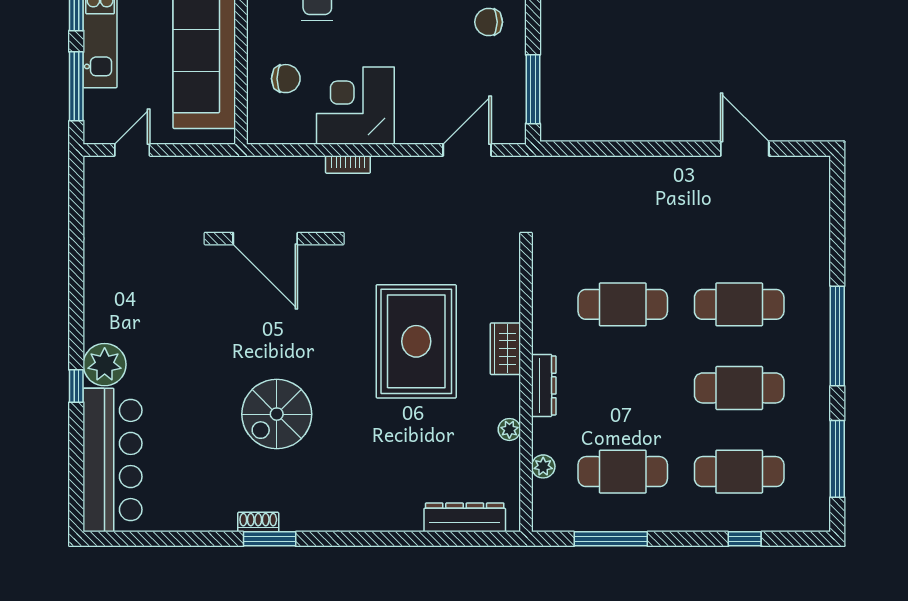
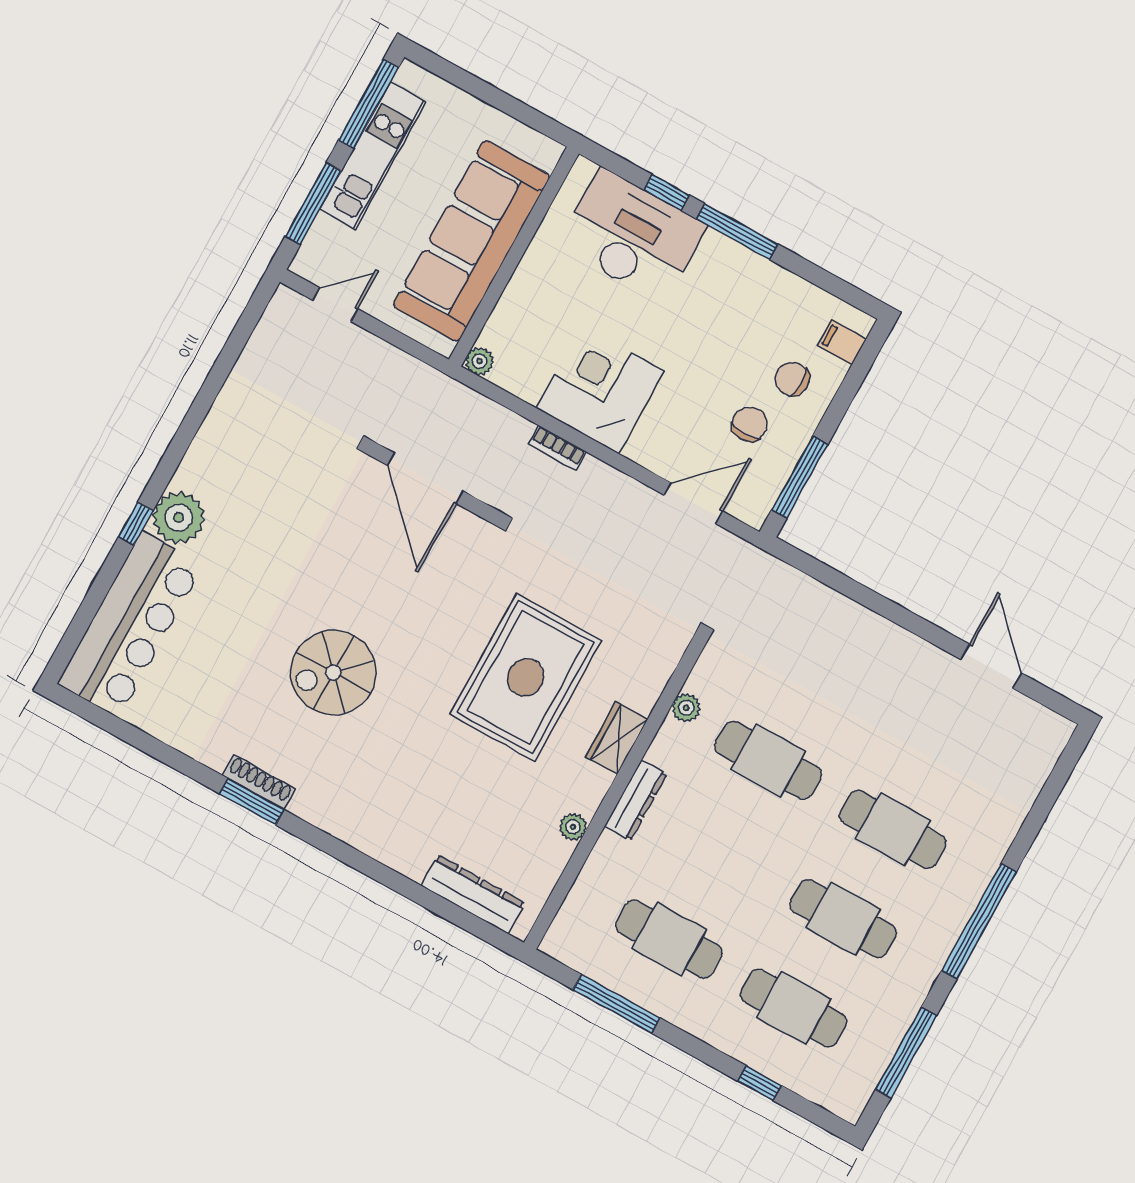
chair: (286, 79) -> (749, 424), moved, turned -90
plant: (258, 133) -> (480, 361), added
plant: (543, 466) -> (686, 708), moved
shoe rack: (258, 522) -> (259, 782), width x1.43

